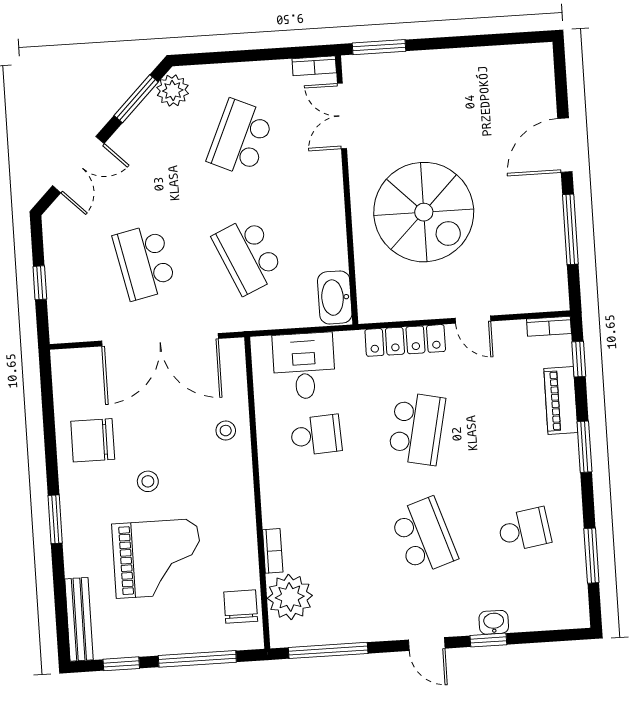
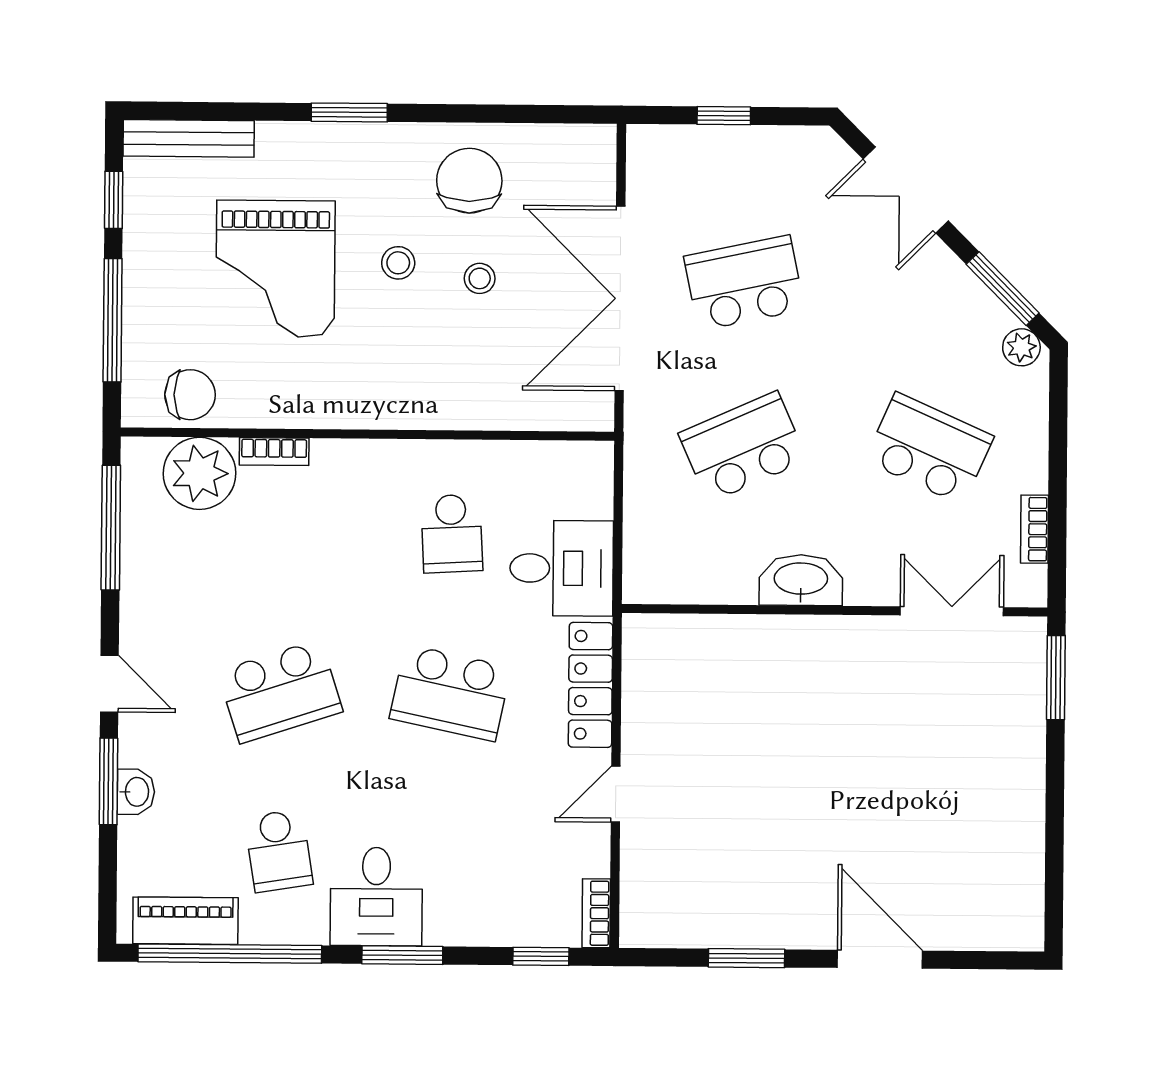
bookcase: (314, 66) -> (1034, 529), moved
plant: (173, 90) -> (1021, 347), width x0.73, depth x0.73
spiral stairs: (424, 212) -> (791, 729), removed
window: (570, 229) -> (747, 958), width x0.69
washbasin: (335, 297) -> (801, 580), moved
desk: (304, 366) -> (562, 568), moved
piano: (561, 401) -> (185, 921), moved
stool: (226, 431) -> (480, 278), moved
desk: (549, 466) -> (376, 897), added
window: (591, 556) -> (230, 954), width x2.11
window: (488, 640) -> (109, 781), width x1.50
door: (427, 644) -> (109, 684), swing flipped

